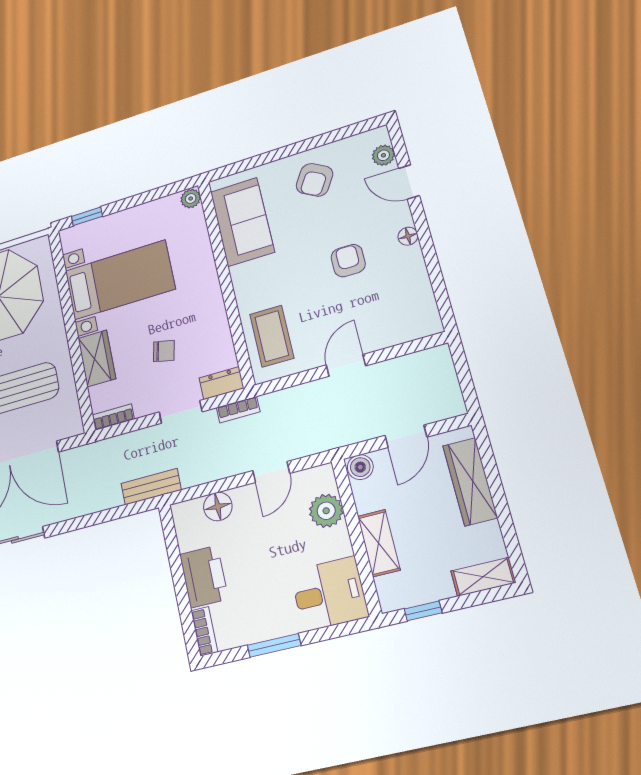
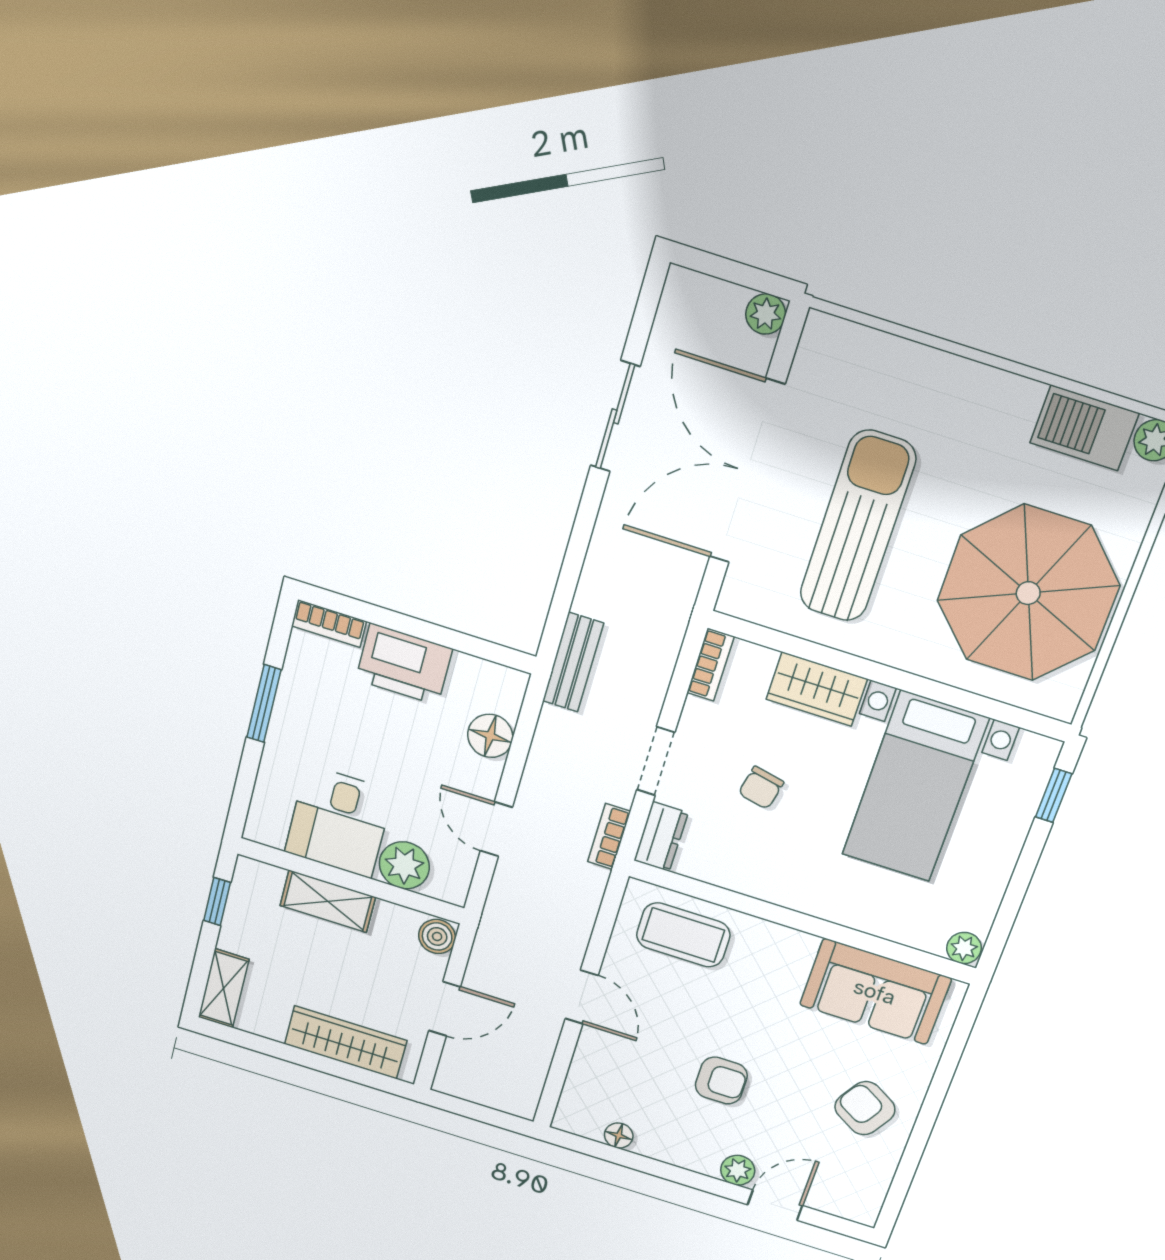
plant: (383, 155) -> (738, 1170), moved
floor lamp: (408, 236) -> (619, 1135), moved
door: (406, 436) -> (445, 1009), swing flipped
desk: (329, 594) -> (339, 822), moved

